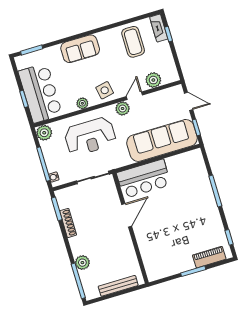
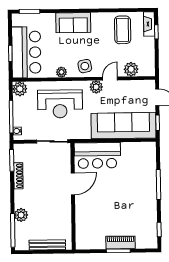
piano: (209, 257) -> (121, 242), moved

